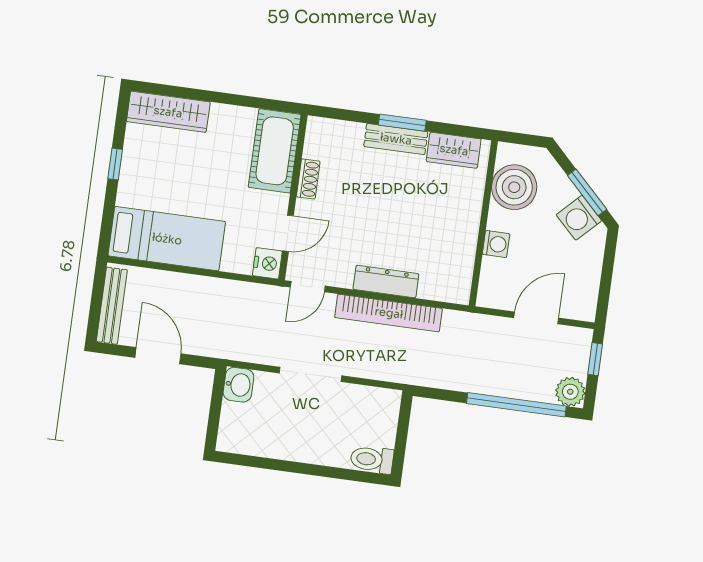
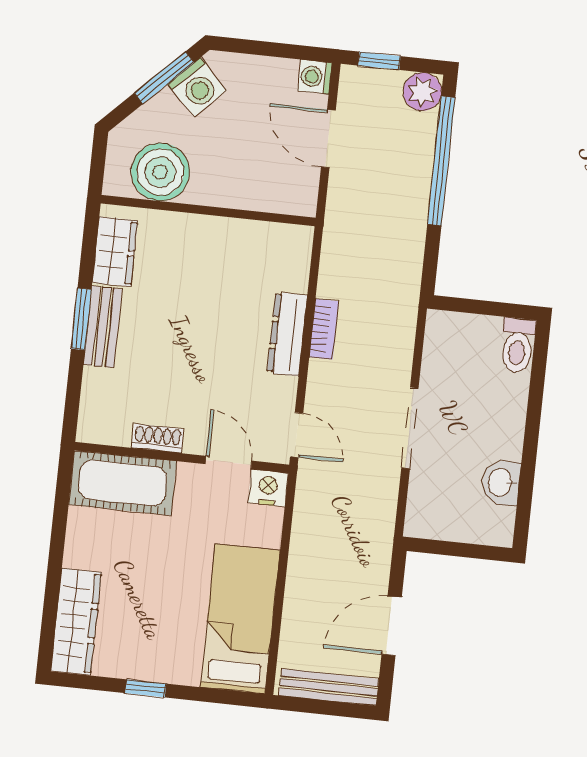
washing machine: (496, 244) -> (315, 77), moved, turned -90
bookcase: (389, 313) -> (324, 329), width x0.43, depth x0.76
washbasin: (238, 385) -> (501, 482), moved, turned -90

